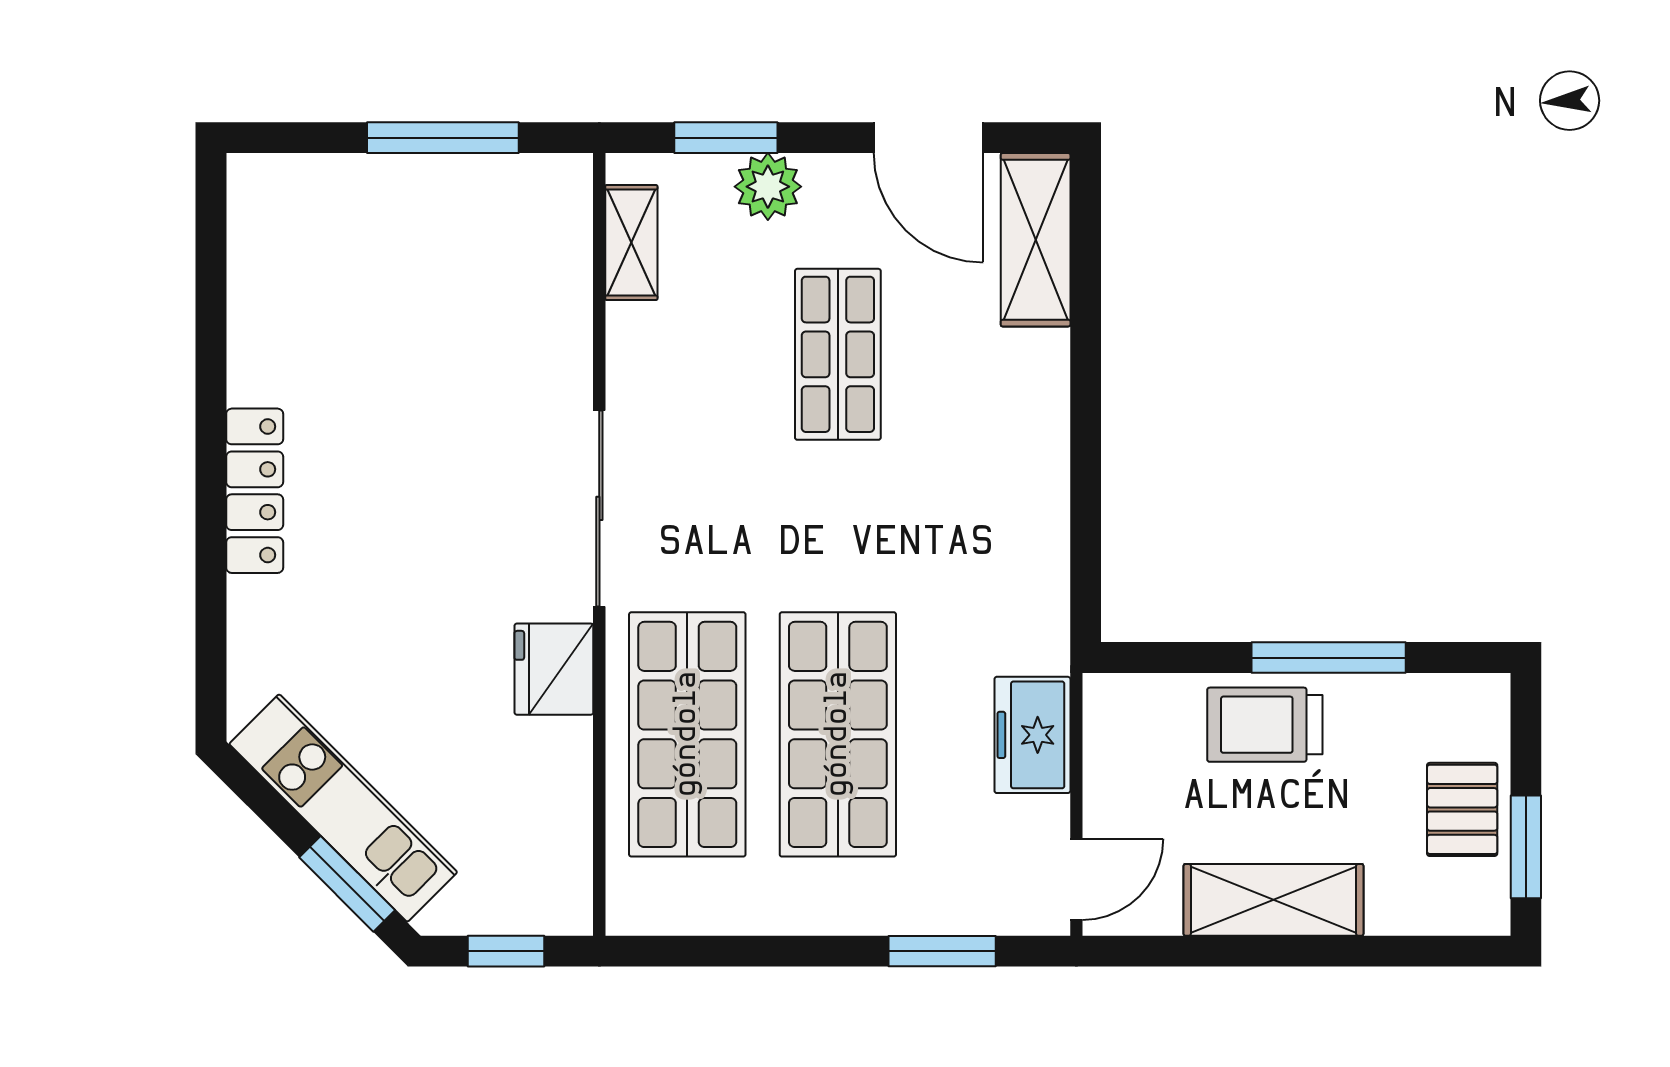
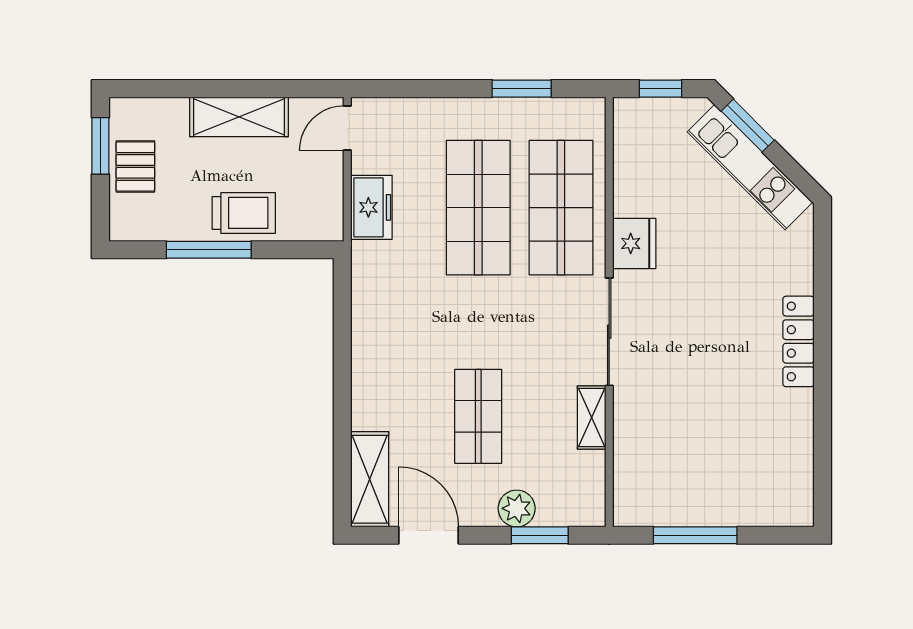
shelving: (631, 243) -> (592, 418), moved
window: (942, 951) -> (522, 89), moved

